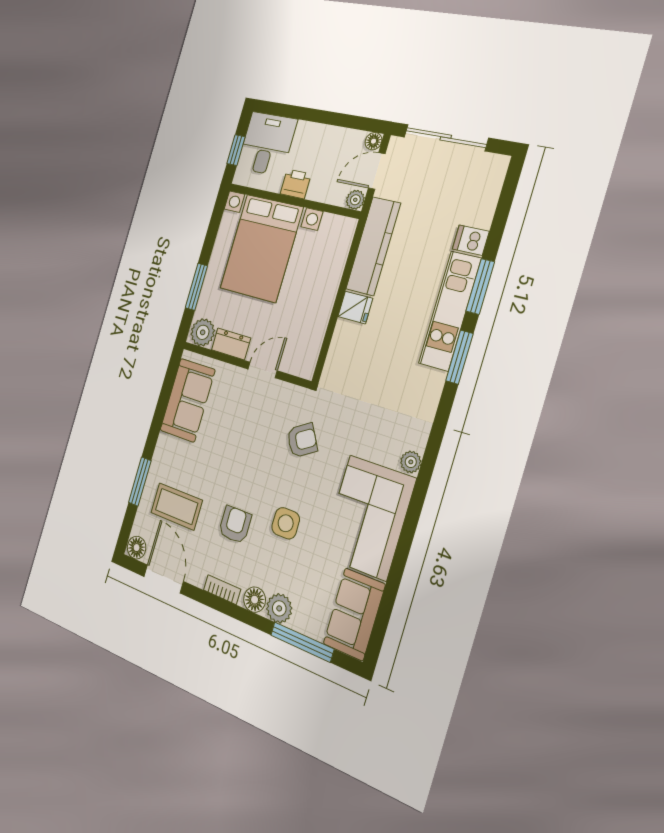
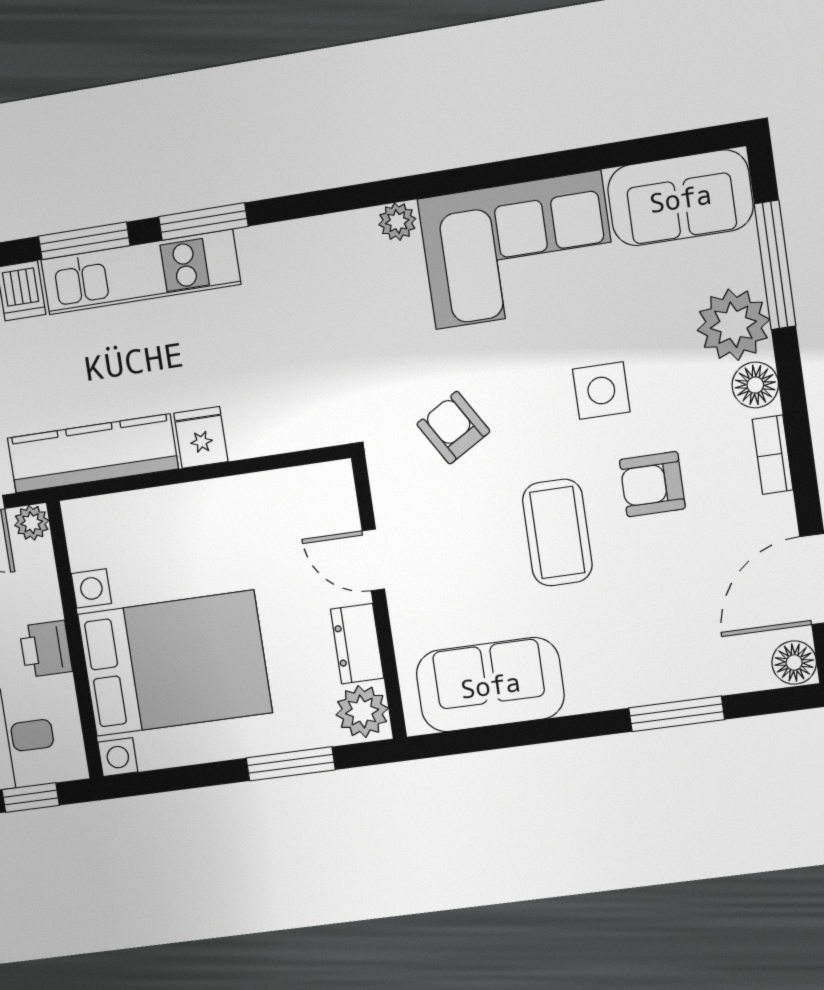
coffee table: (177, 507) -> (557, 533), moved
plant: (279, 608) -> (733, 325), width x1.36, depth x1.36

